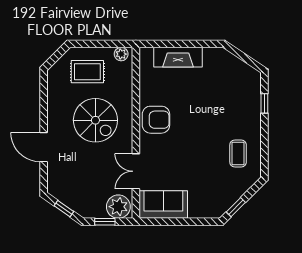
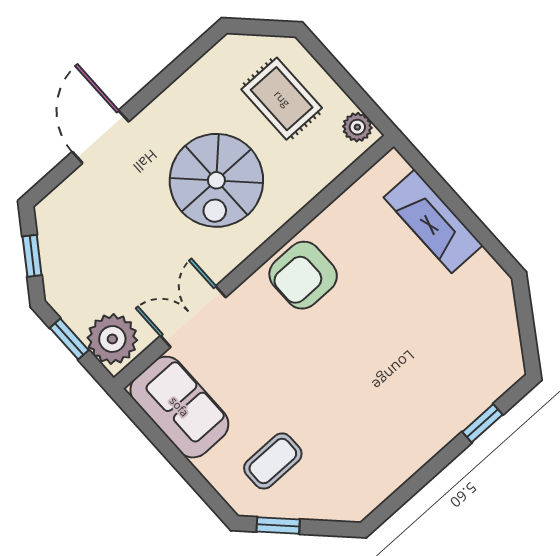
armchair: (156, 120) -> (303, 275), turned 90
coffee table: (238, 153) -> (273, 461), moved

